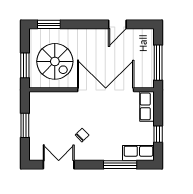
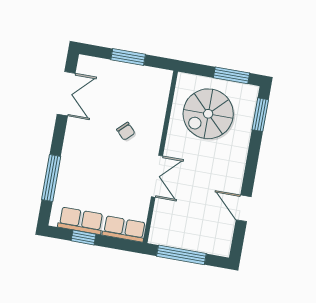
window: (25, 65) -> (231, 75), moved
double door: (106, 90) -> (157, 176), width x0.54
chair: (82, 135) -> (126, 131), moved
row of seats: (138, 153) -> (81, 221), moved, turned -90

